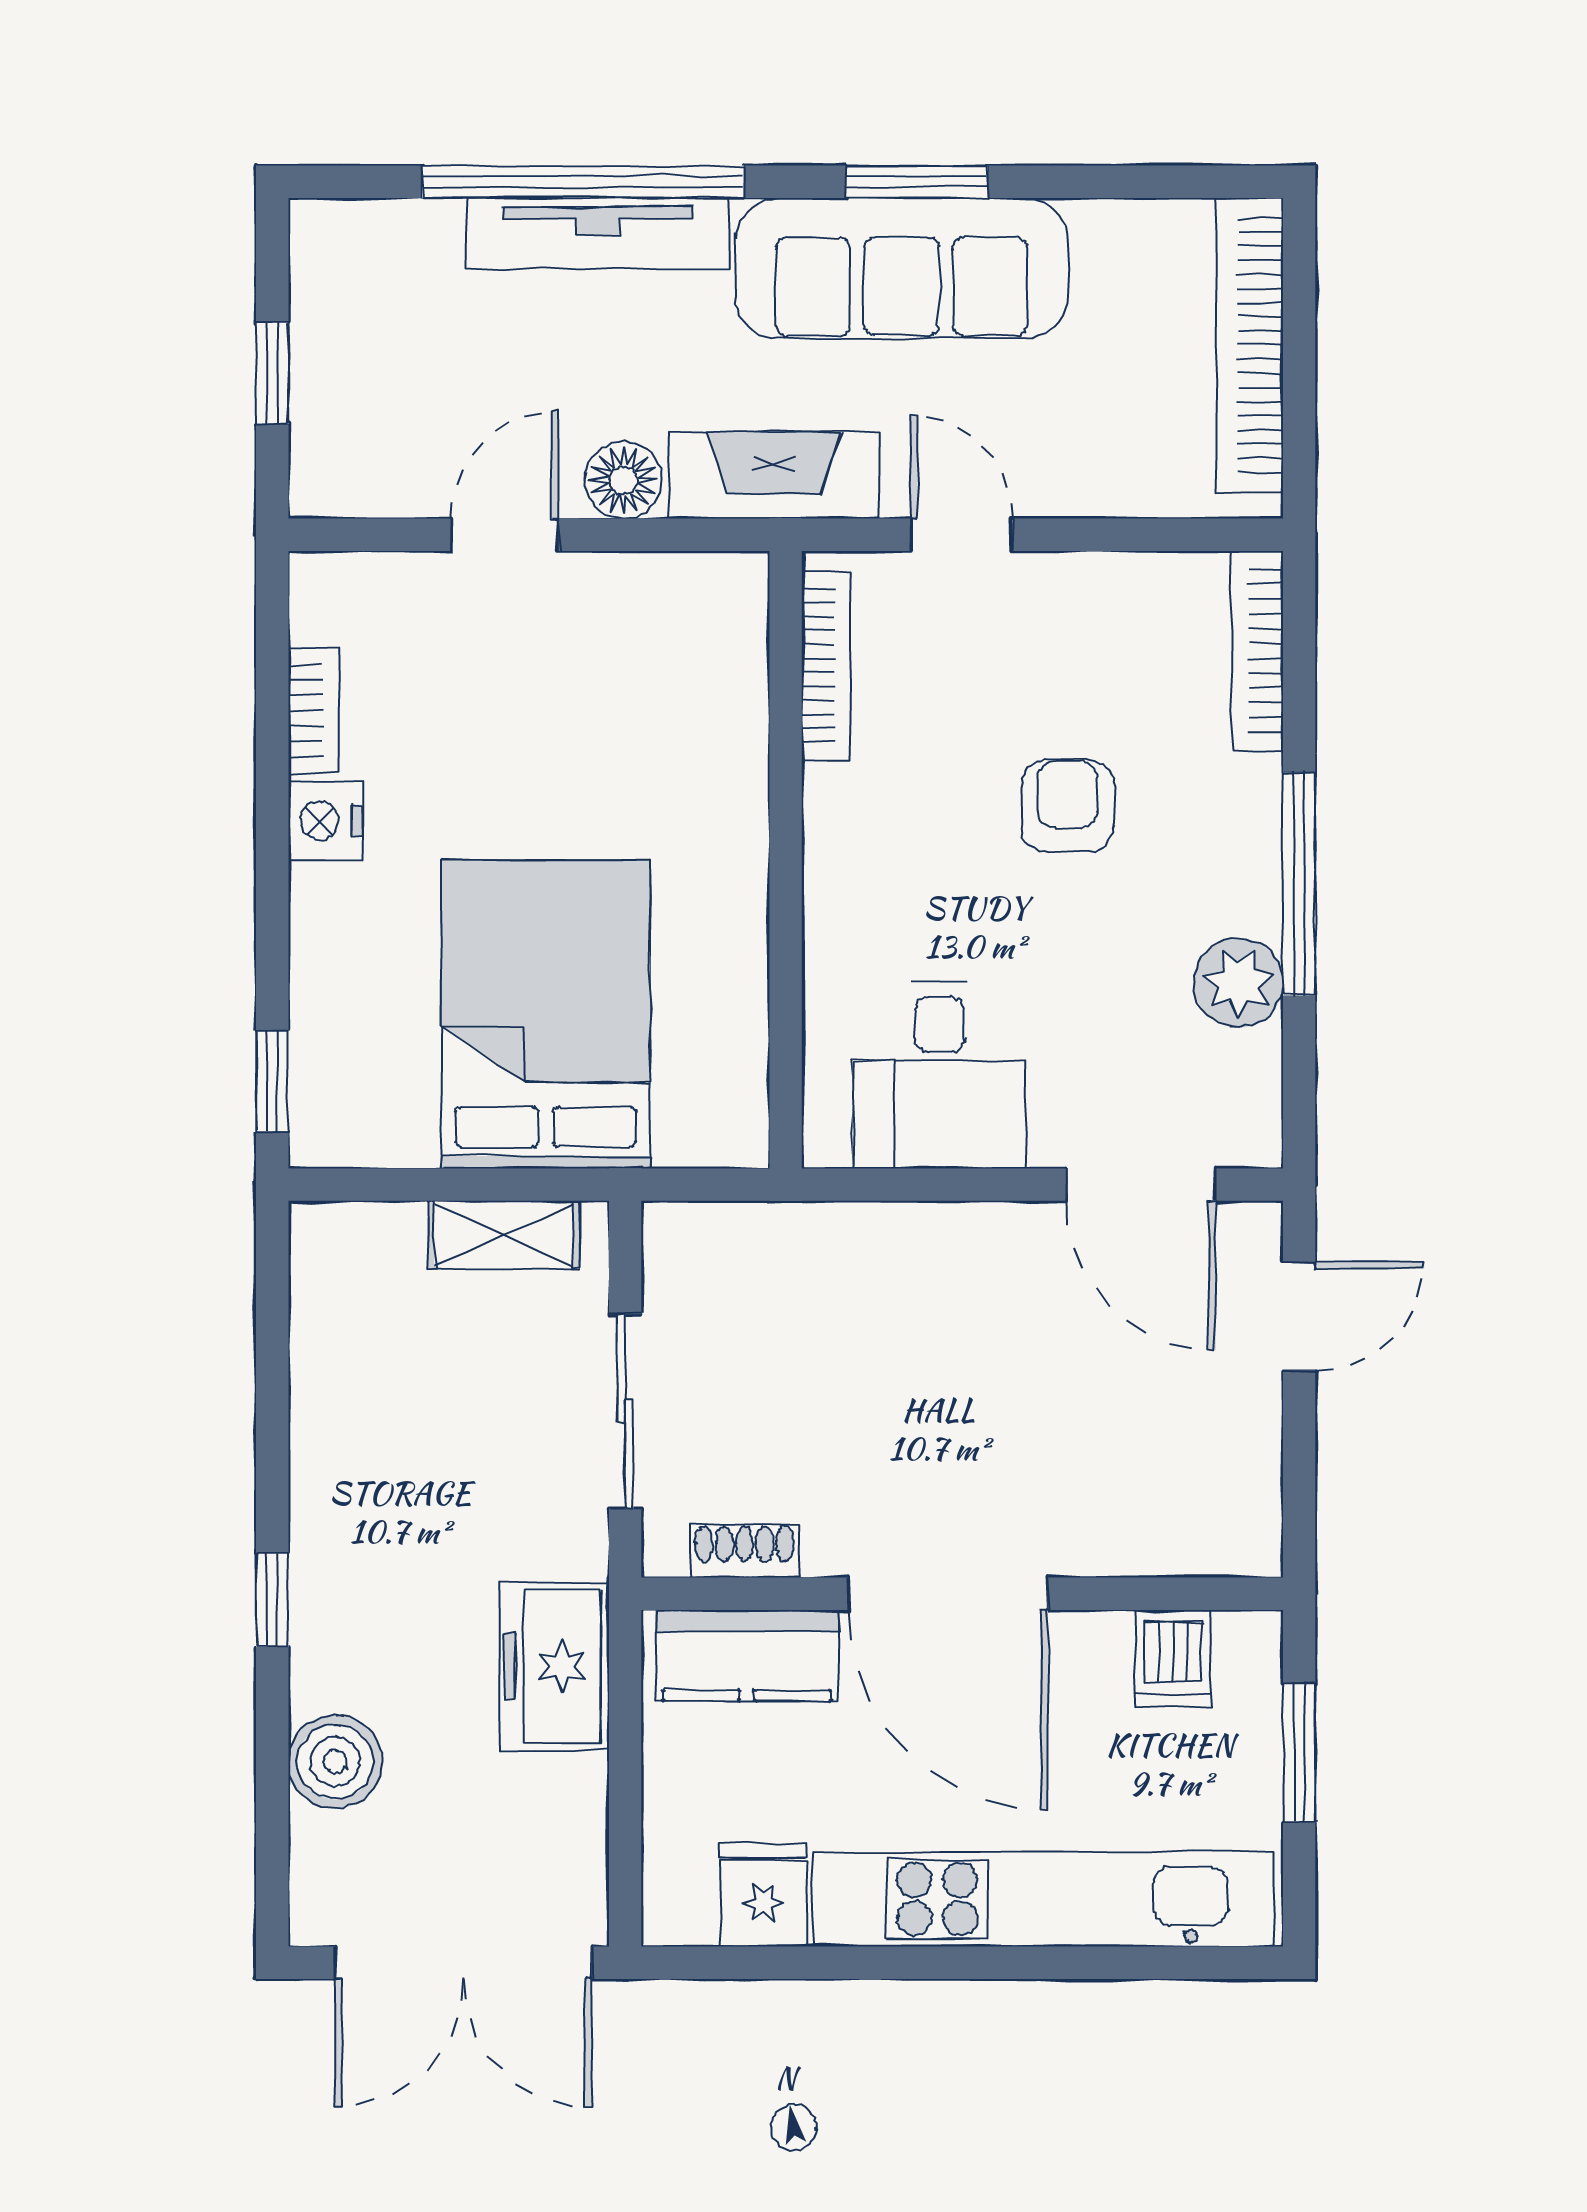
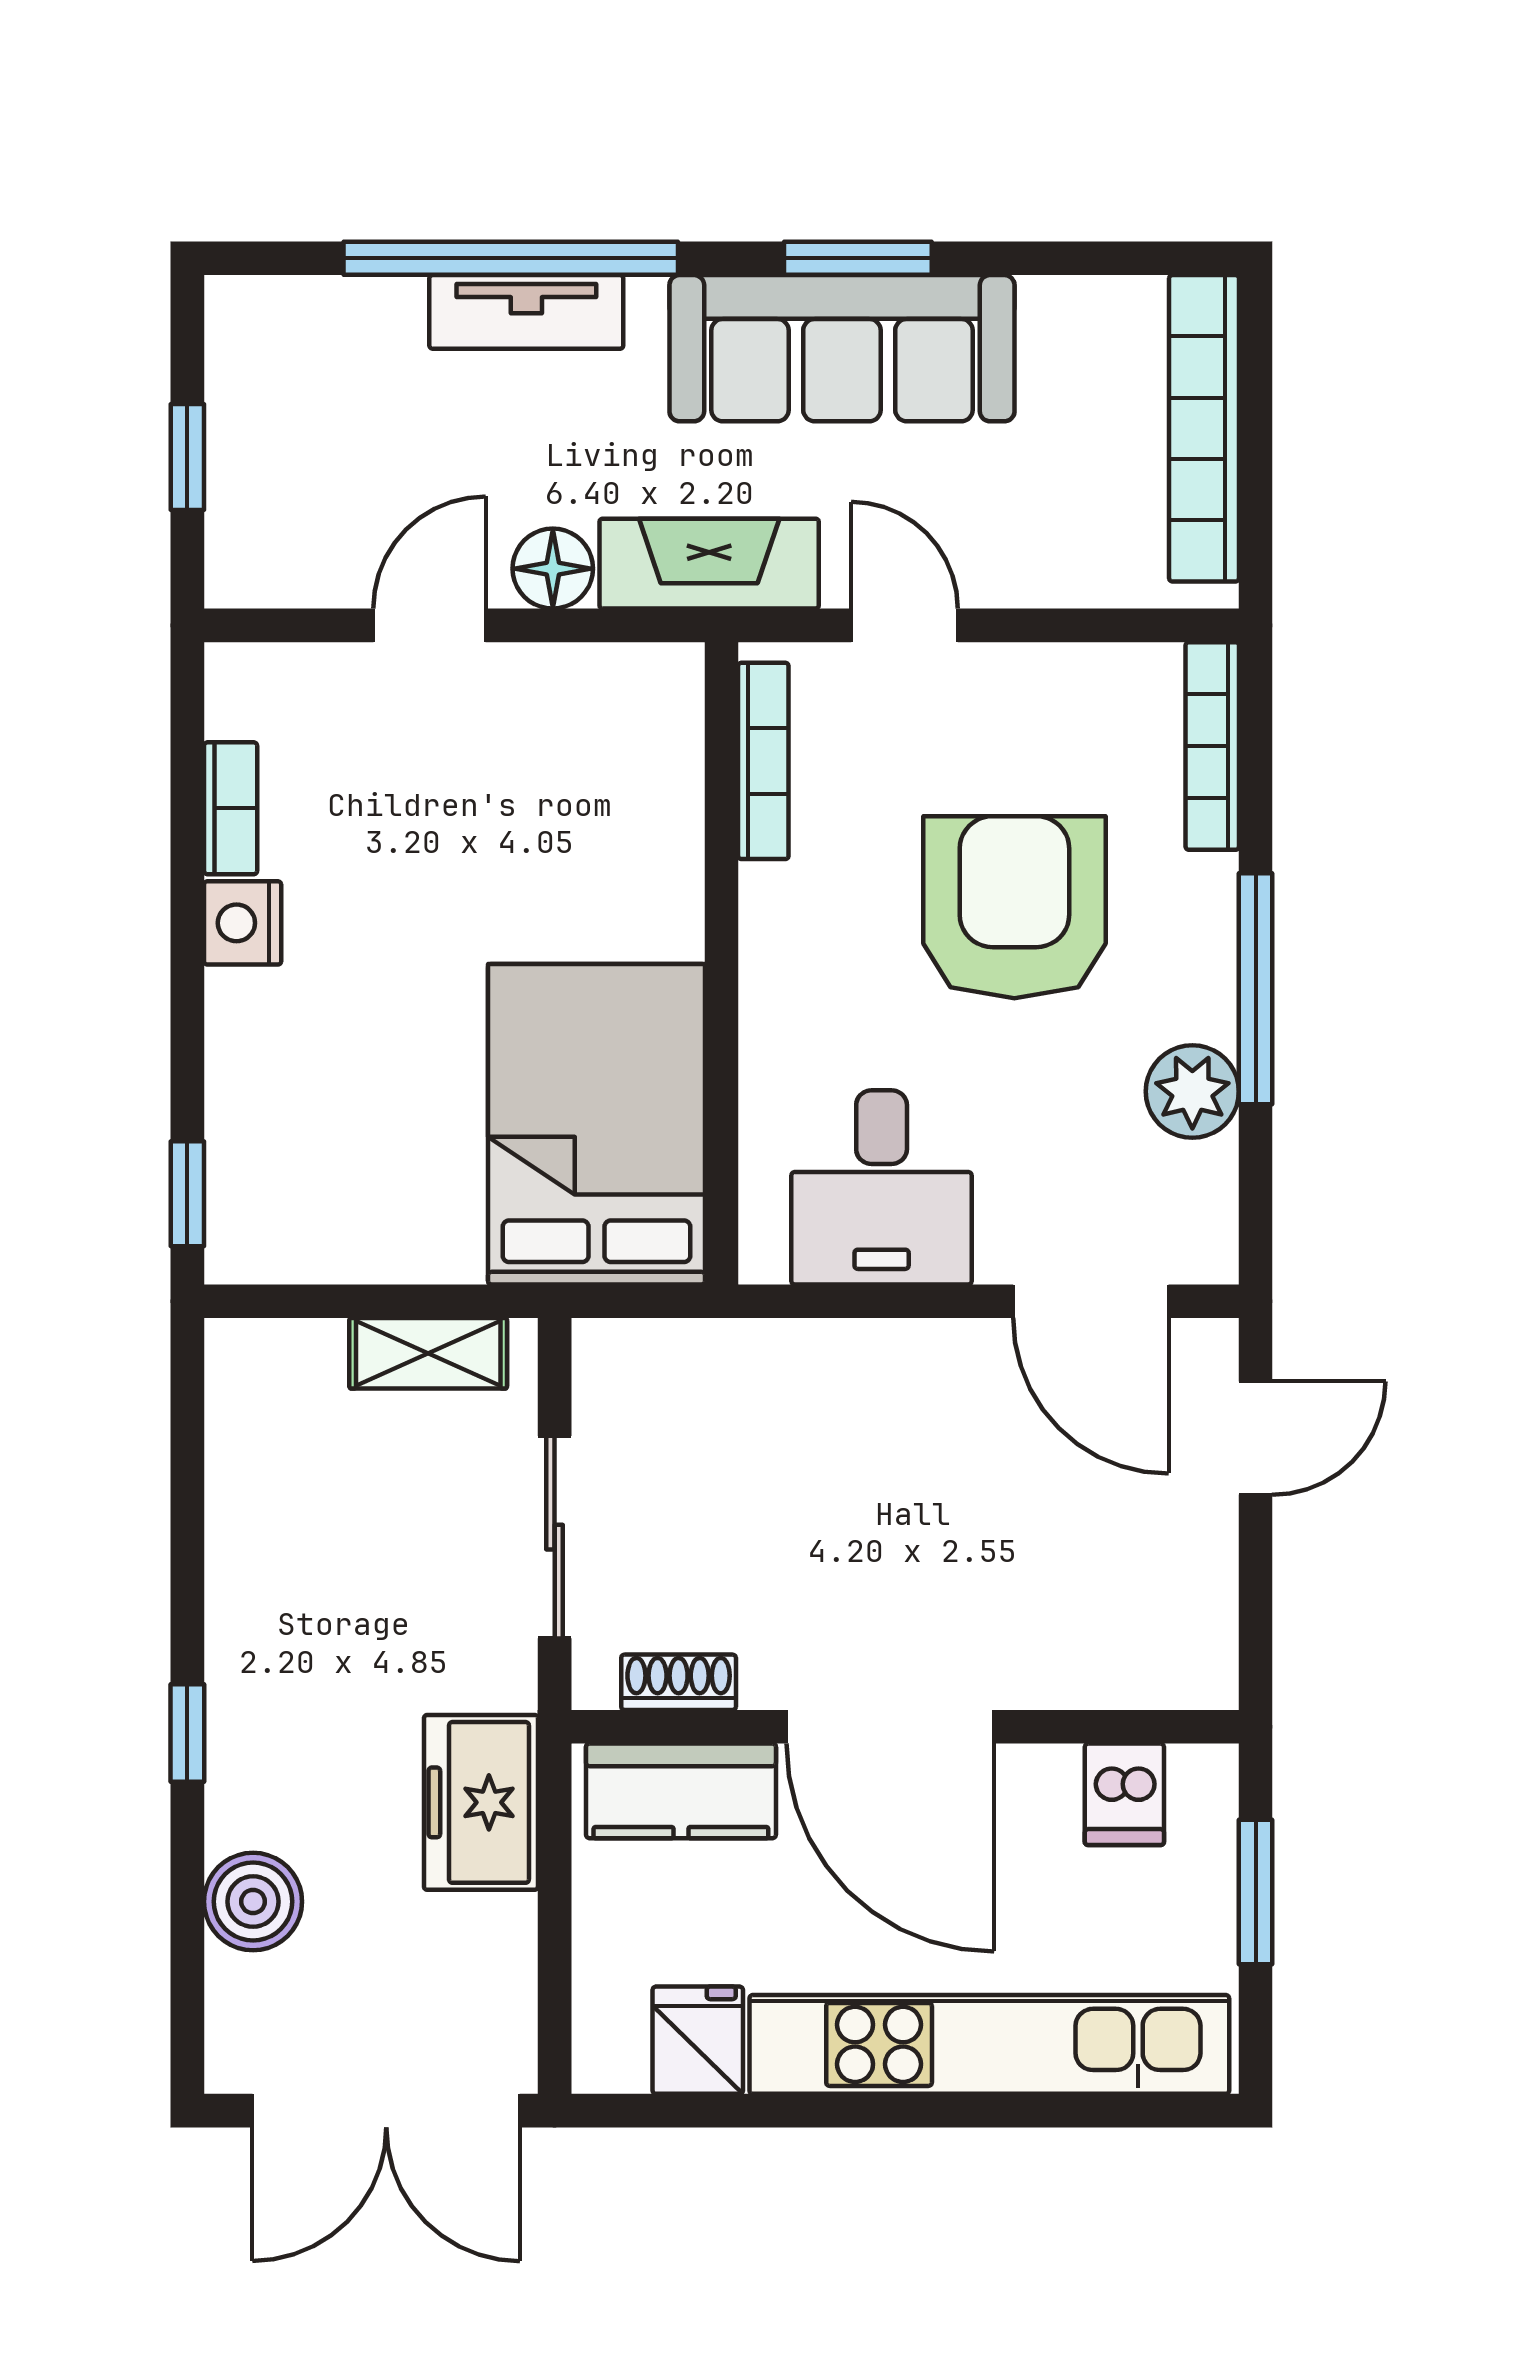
tv unit: (598, 233) -> (526, 312), width x0.71
armchair: (1067, 806) -> (1014, 907), width x1.88, depth x1.88
bed: (546, 1014) -> (597, 1124), moved

